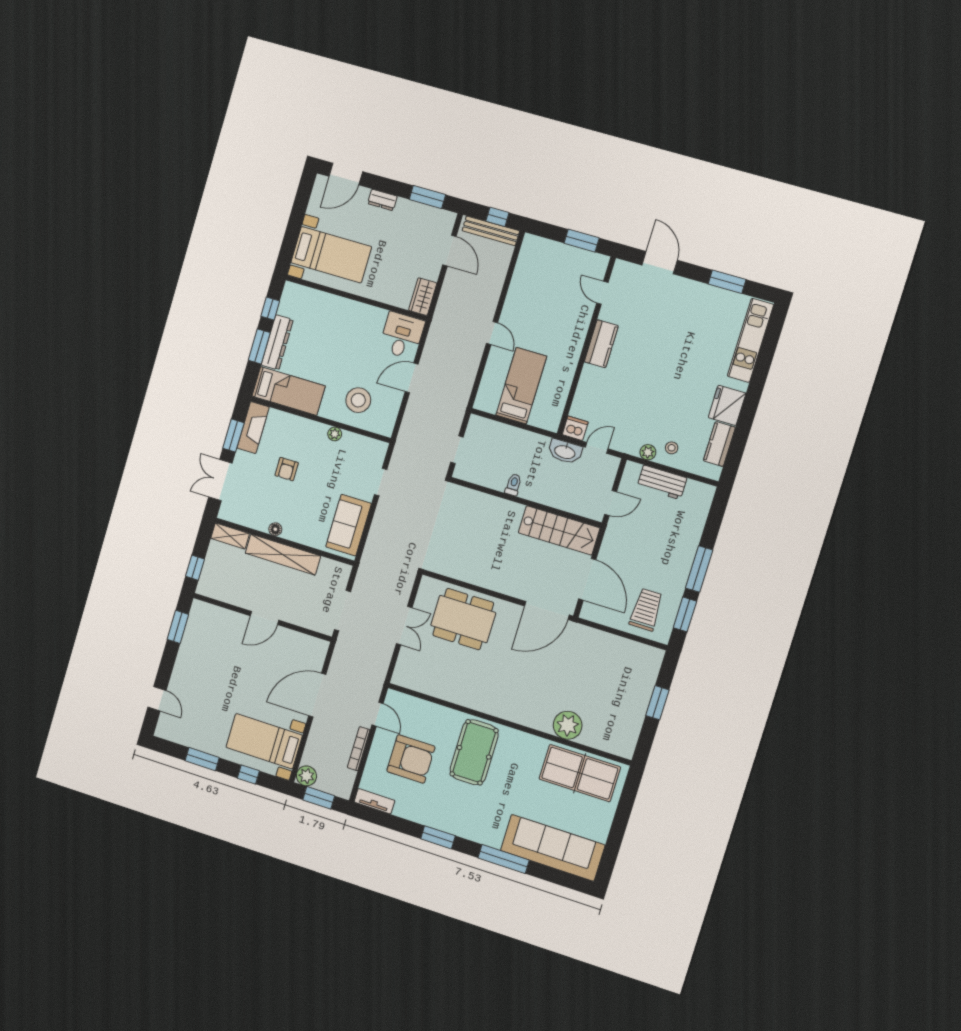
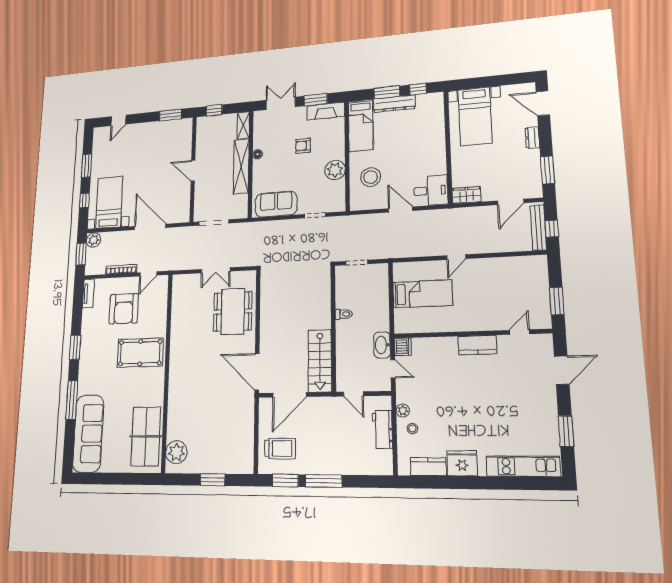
plant: (335, 434) -> (335, 170), width x1.88, depth x1.88
plant: (568, 725) -> (176, 452), moved

